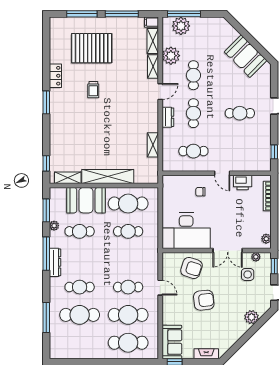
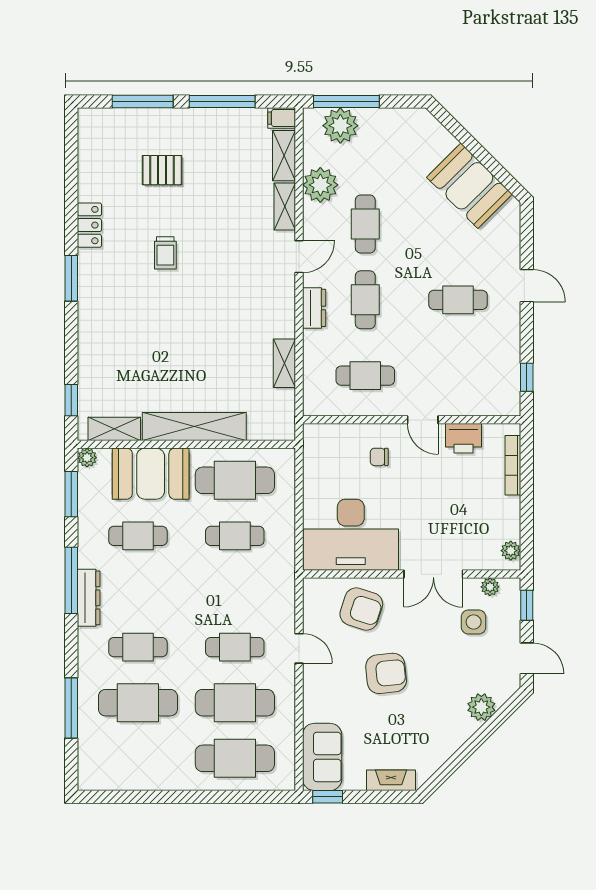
pallet: (92, 48) -> (162, 170), width x0.49, depth x0.50
plant: (54, 226) -> (87, 458), moved

